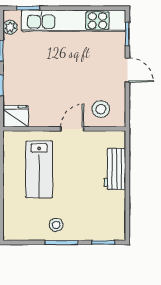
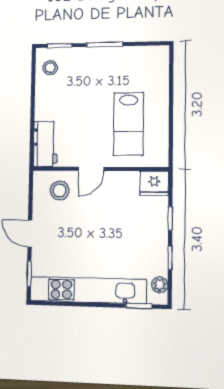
lab bench: (39, 169) -> (128, 124), turned 180
workbench: (115, 169) -> (45, 144), moved
stool: (56, 225) -> (50, 68), moved

